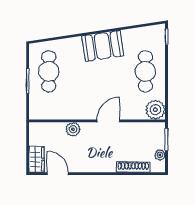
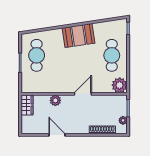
wardrobe: (37, 159) -> (27, 105), moved
door: (58, 174) -> (57, 135), moved

